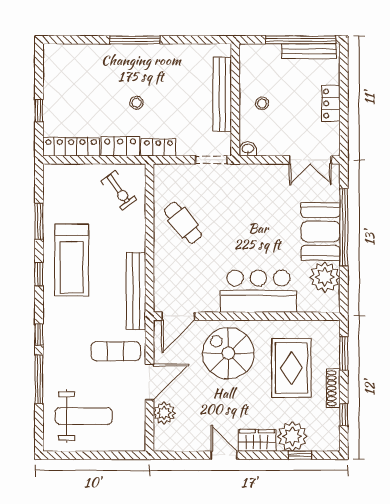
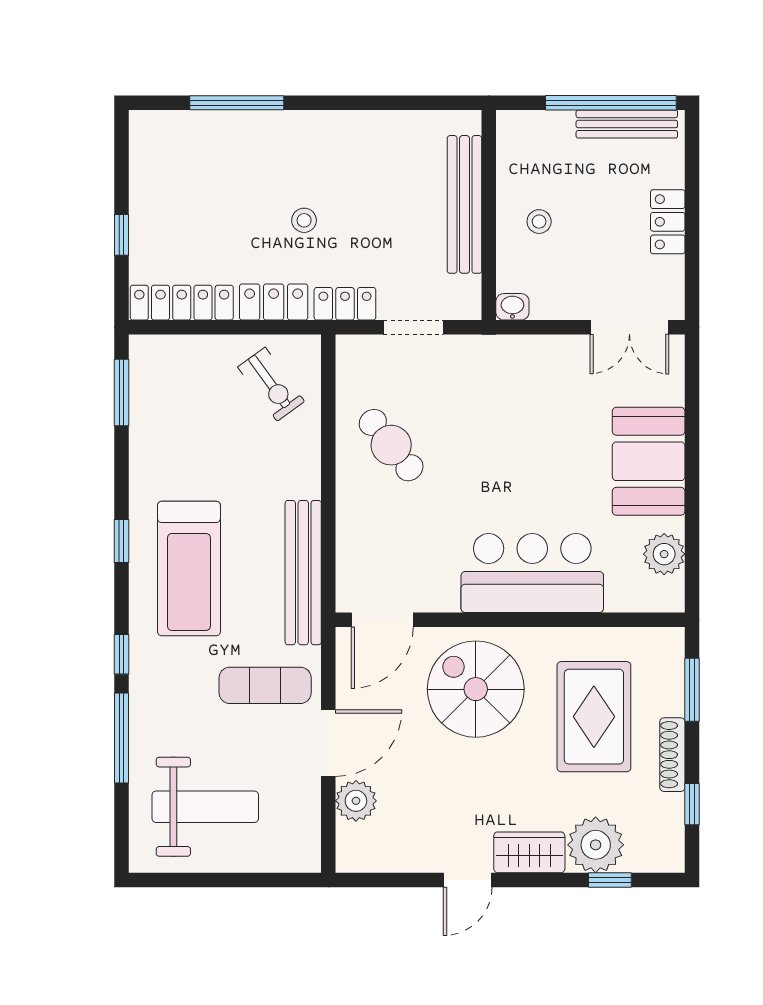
window: (135, 40) -> (237, 103), moved
doorway: (211, 160) -> (413, 327), moved
window: (39, 221) -> (122, 393), moved
window: (344, 227) -> (692, 453), removed
treadmill: (72, 260) -> (189, 569), moved
plant: (325, 277) -> (664, 554), width x0.73, depth x0.73
door: (224, 455) -> (468, 880), swing flipped

